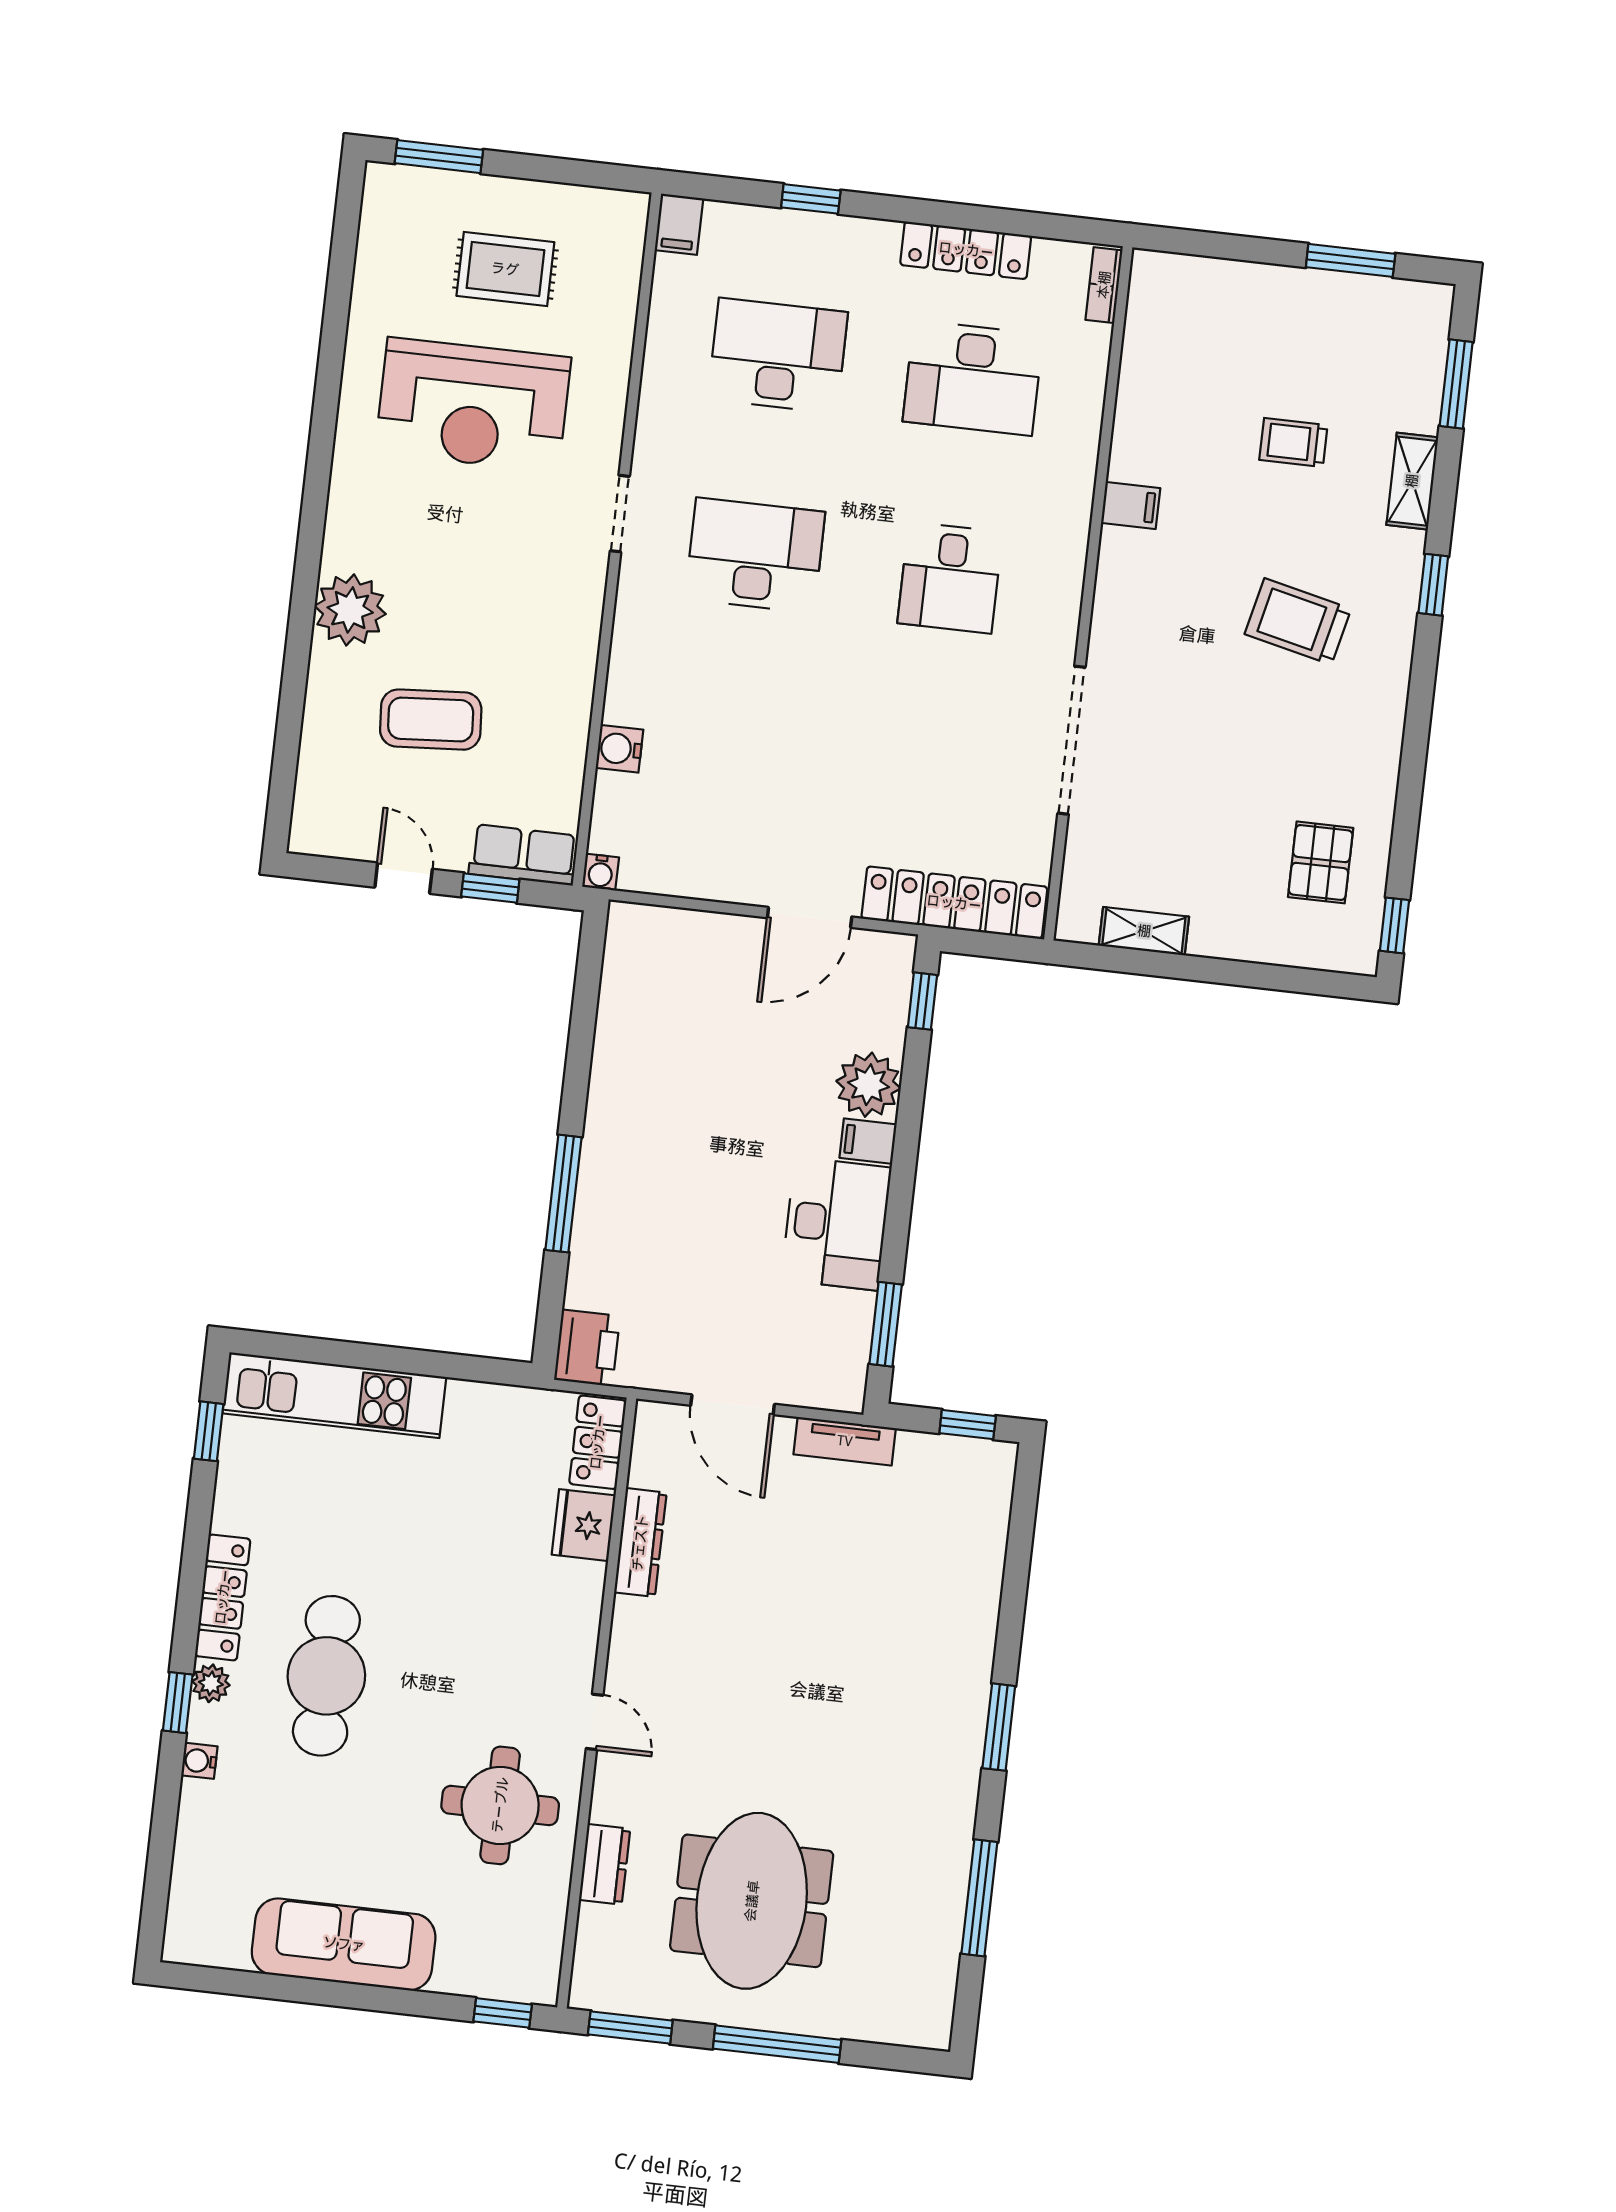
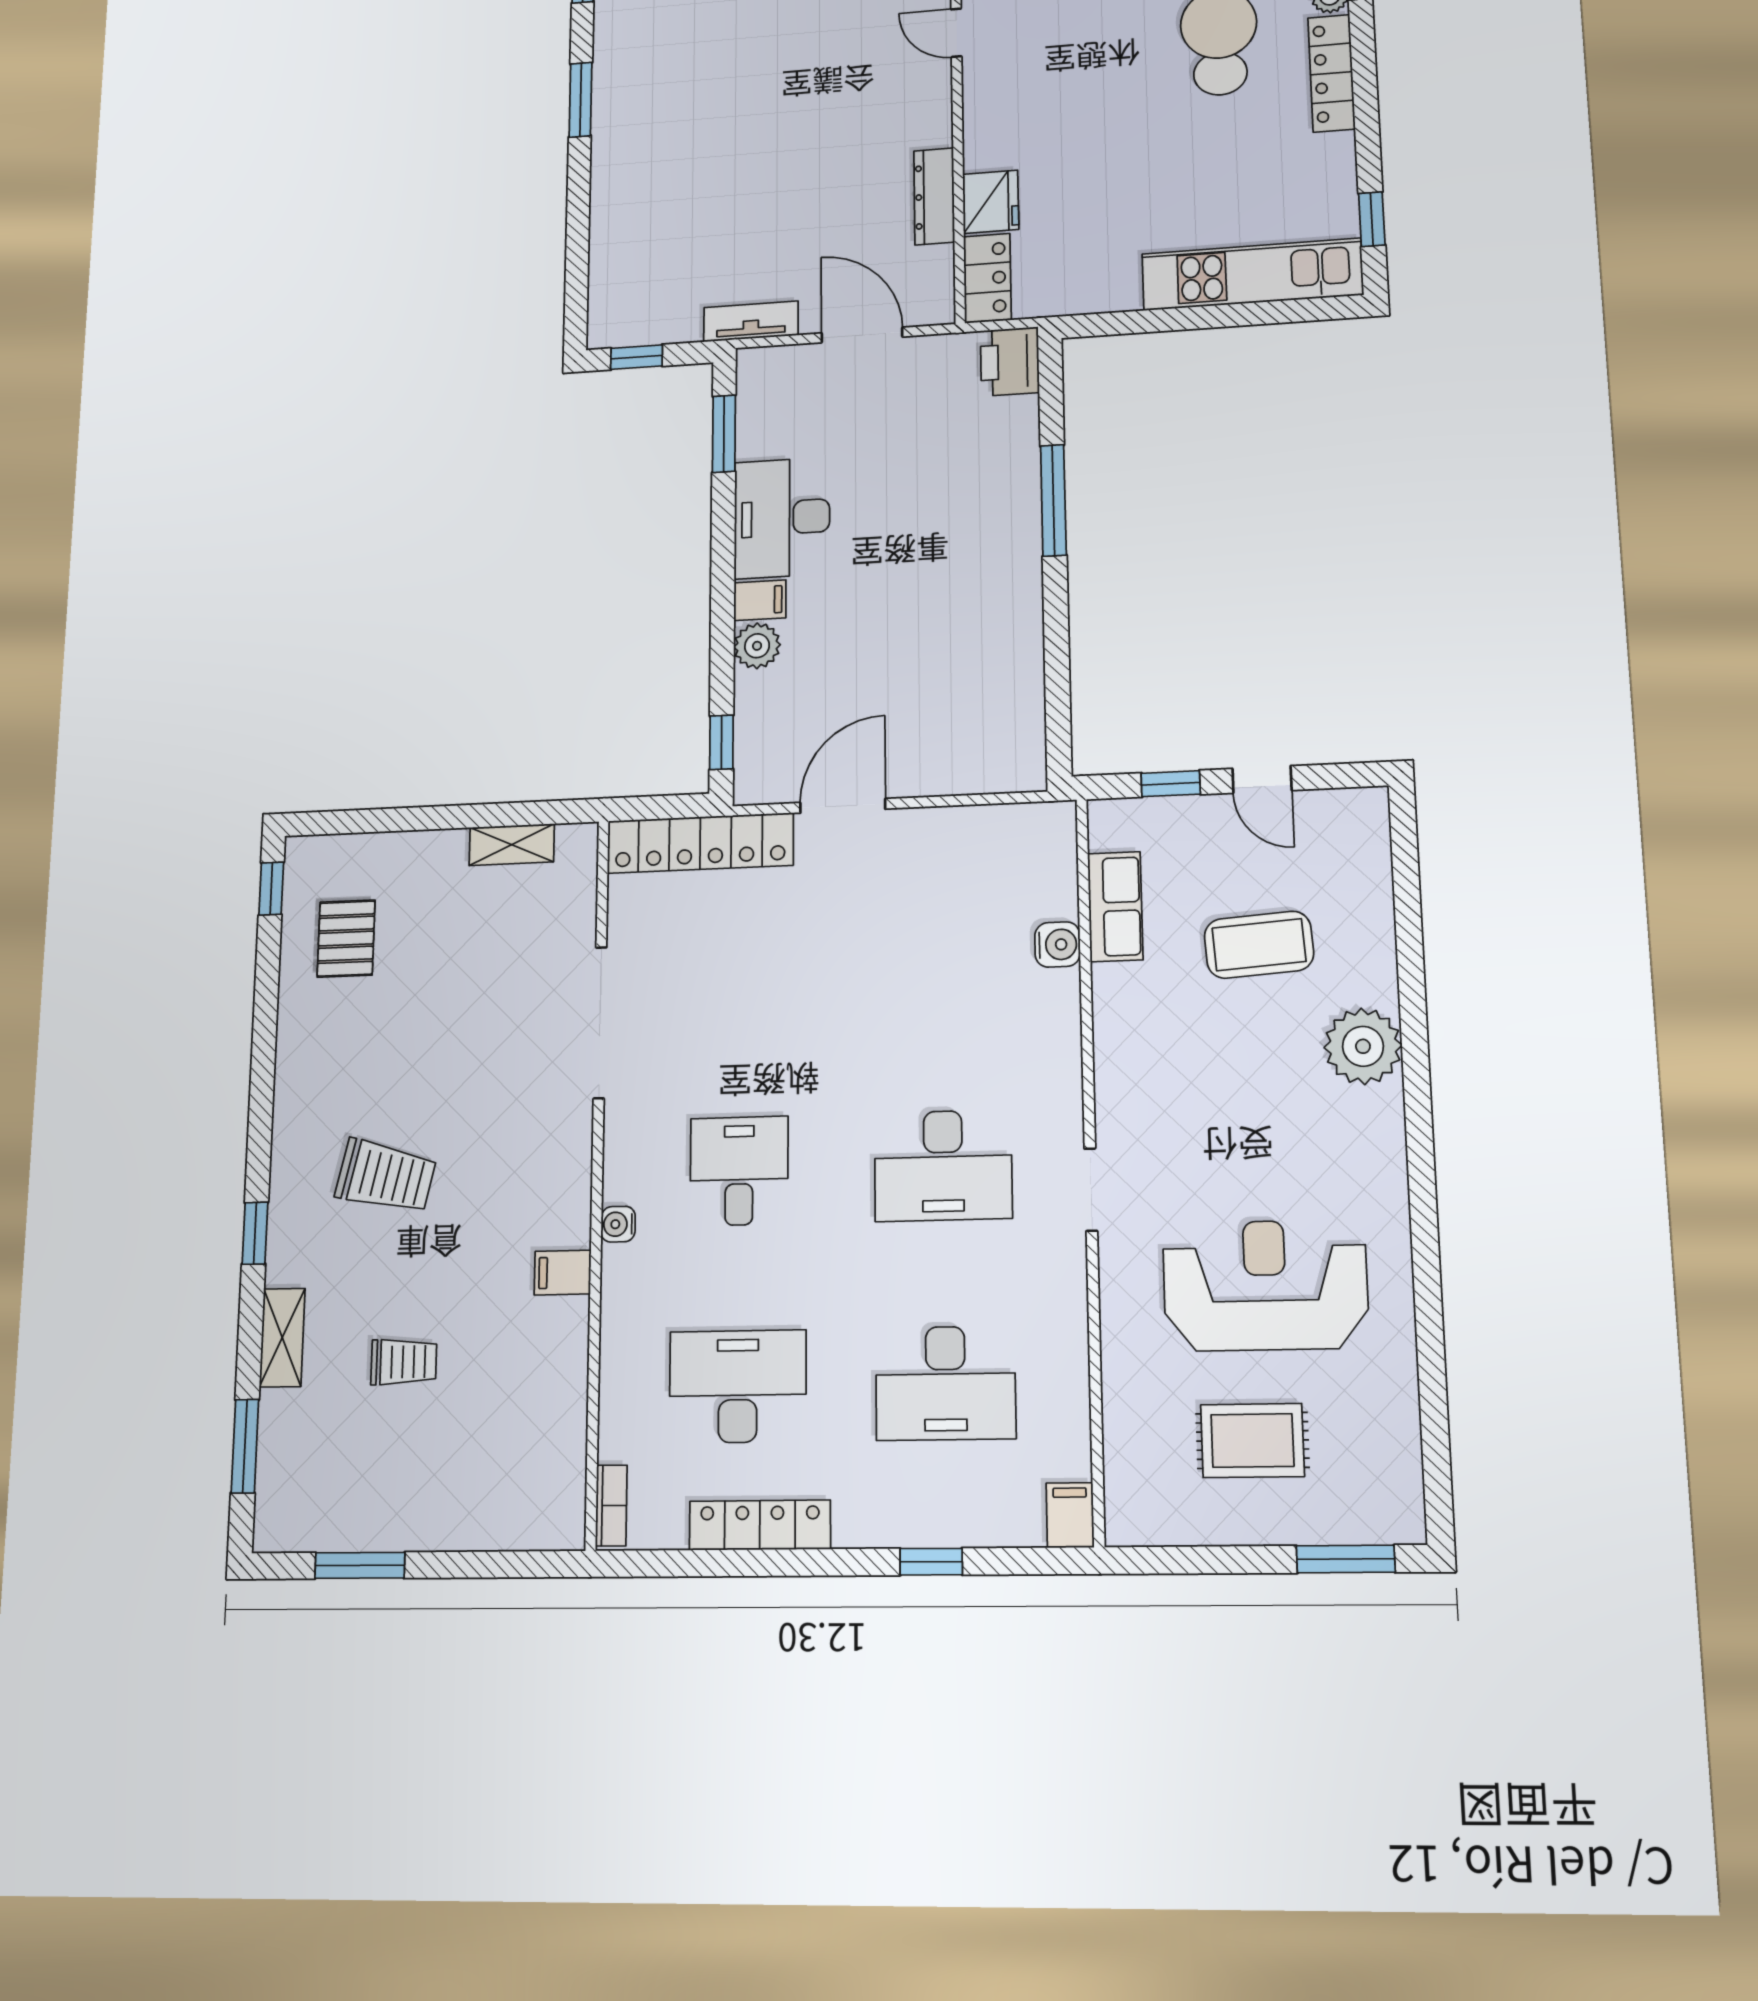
row of seats: (523, 855) -> (1115, 907), moved, turned -90
water cooler: (601, 872) -> (618, 1224), moved, turned -90
plant: (868, 1085) -> (757, 646), width x0.73, depth x0.73

